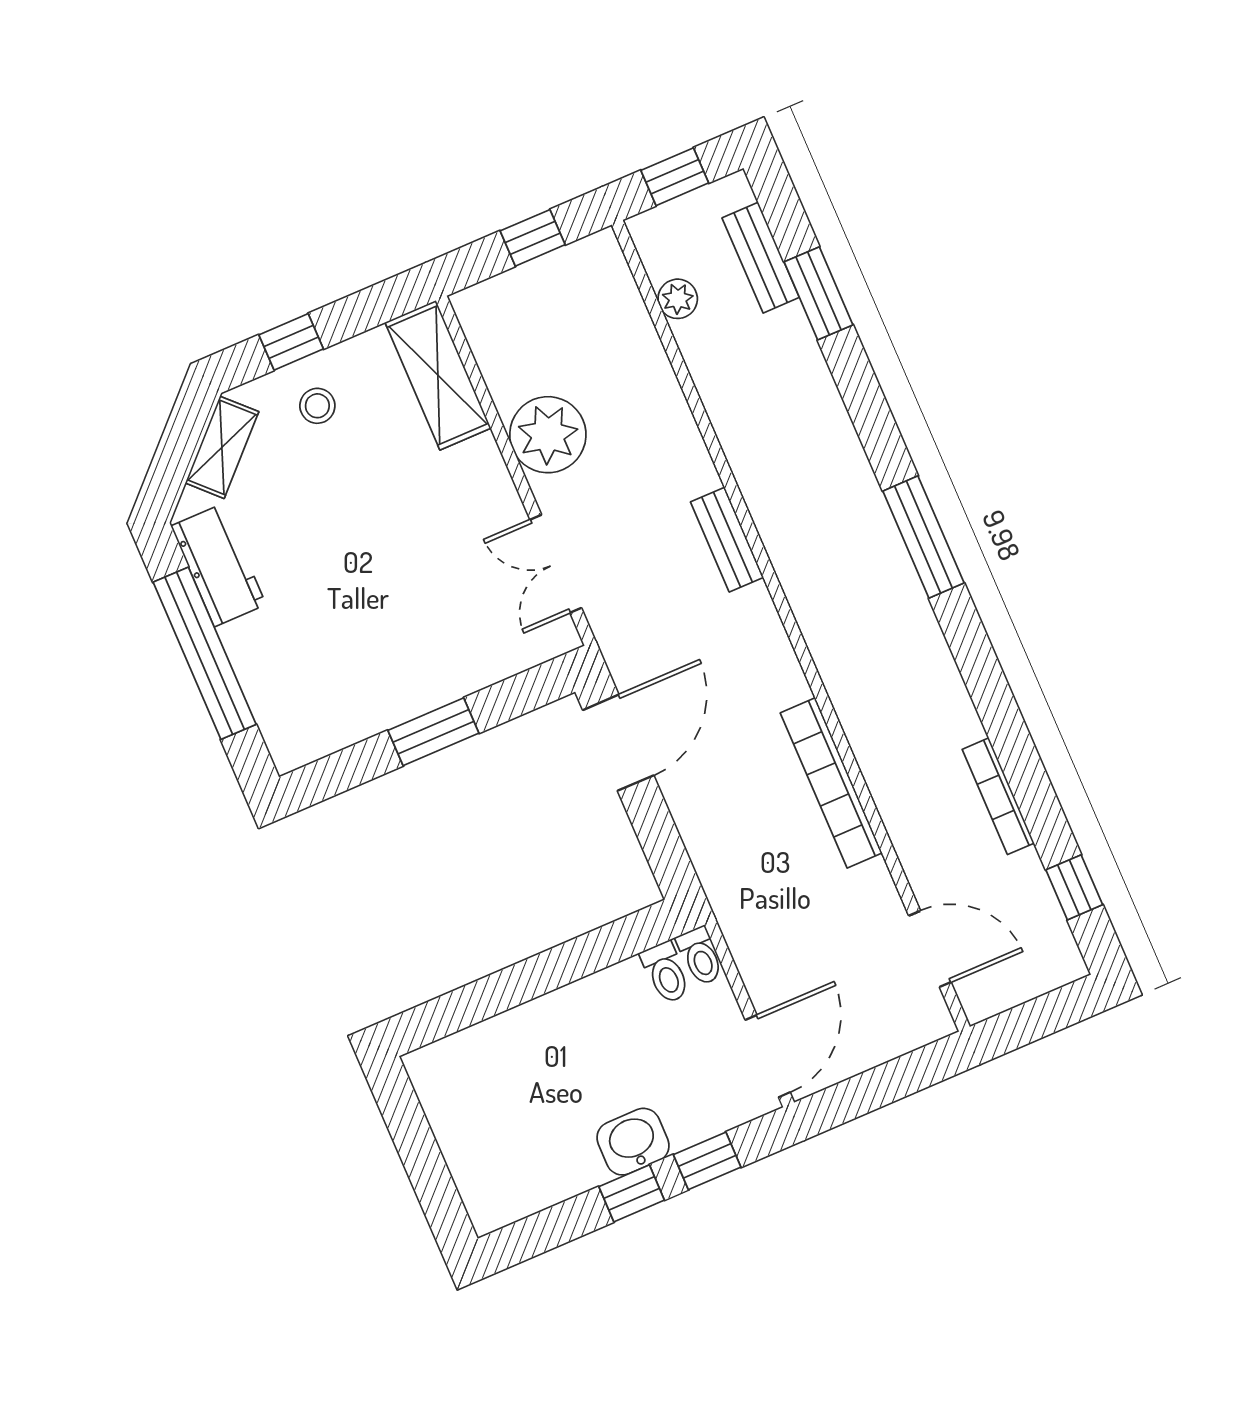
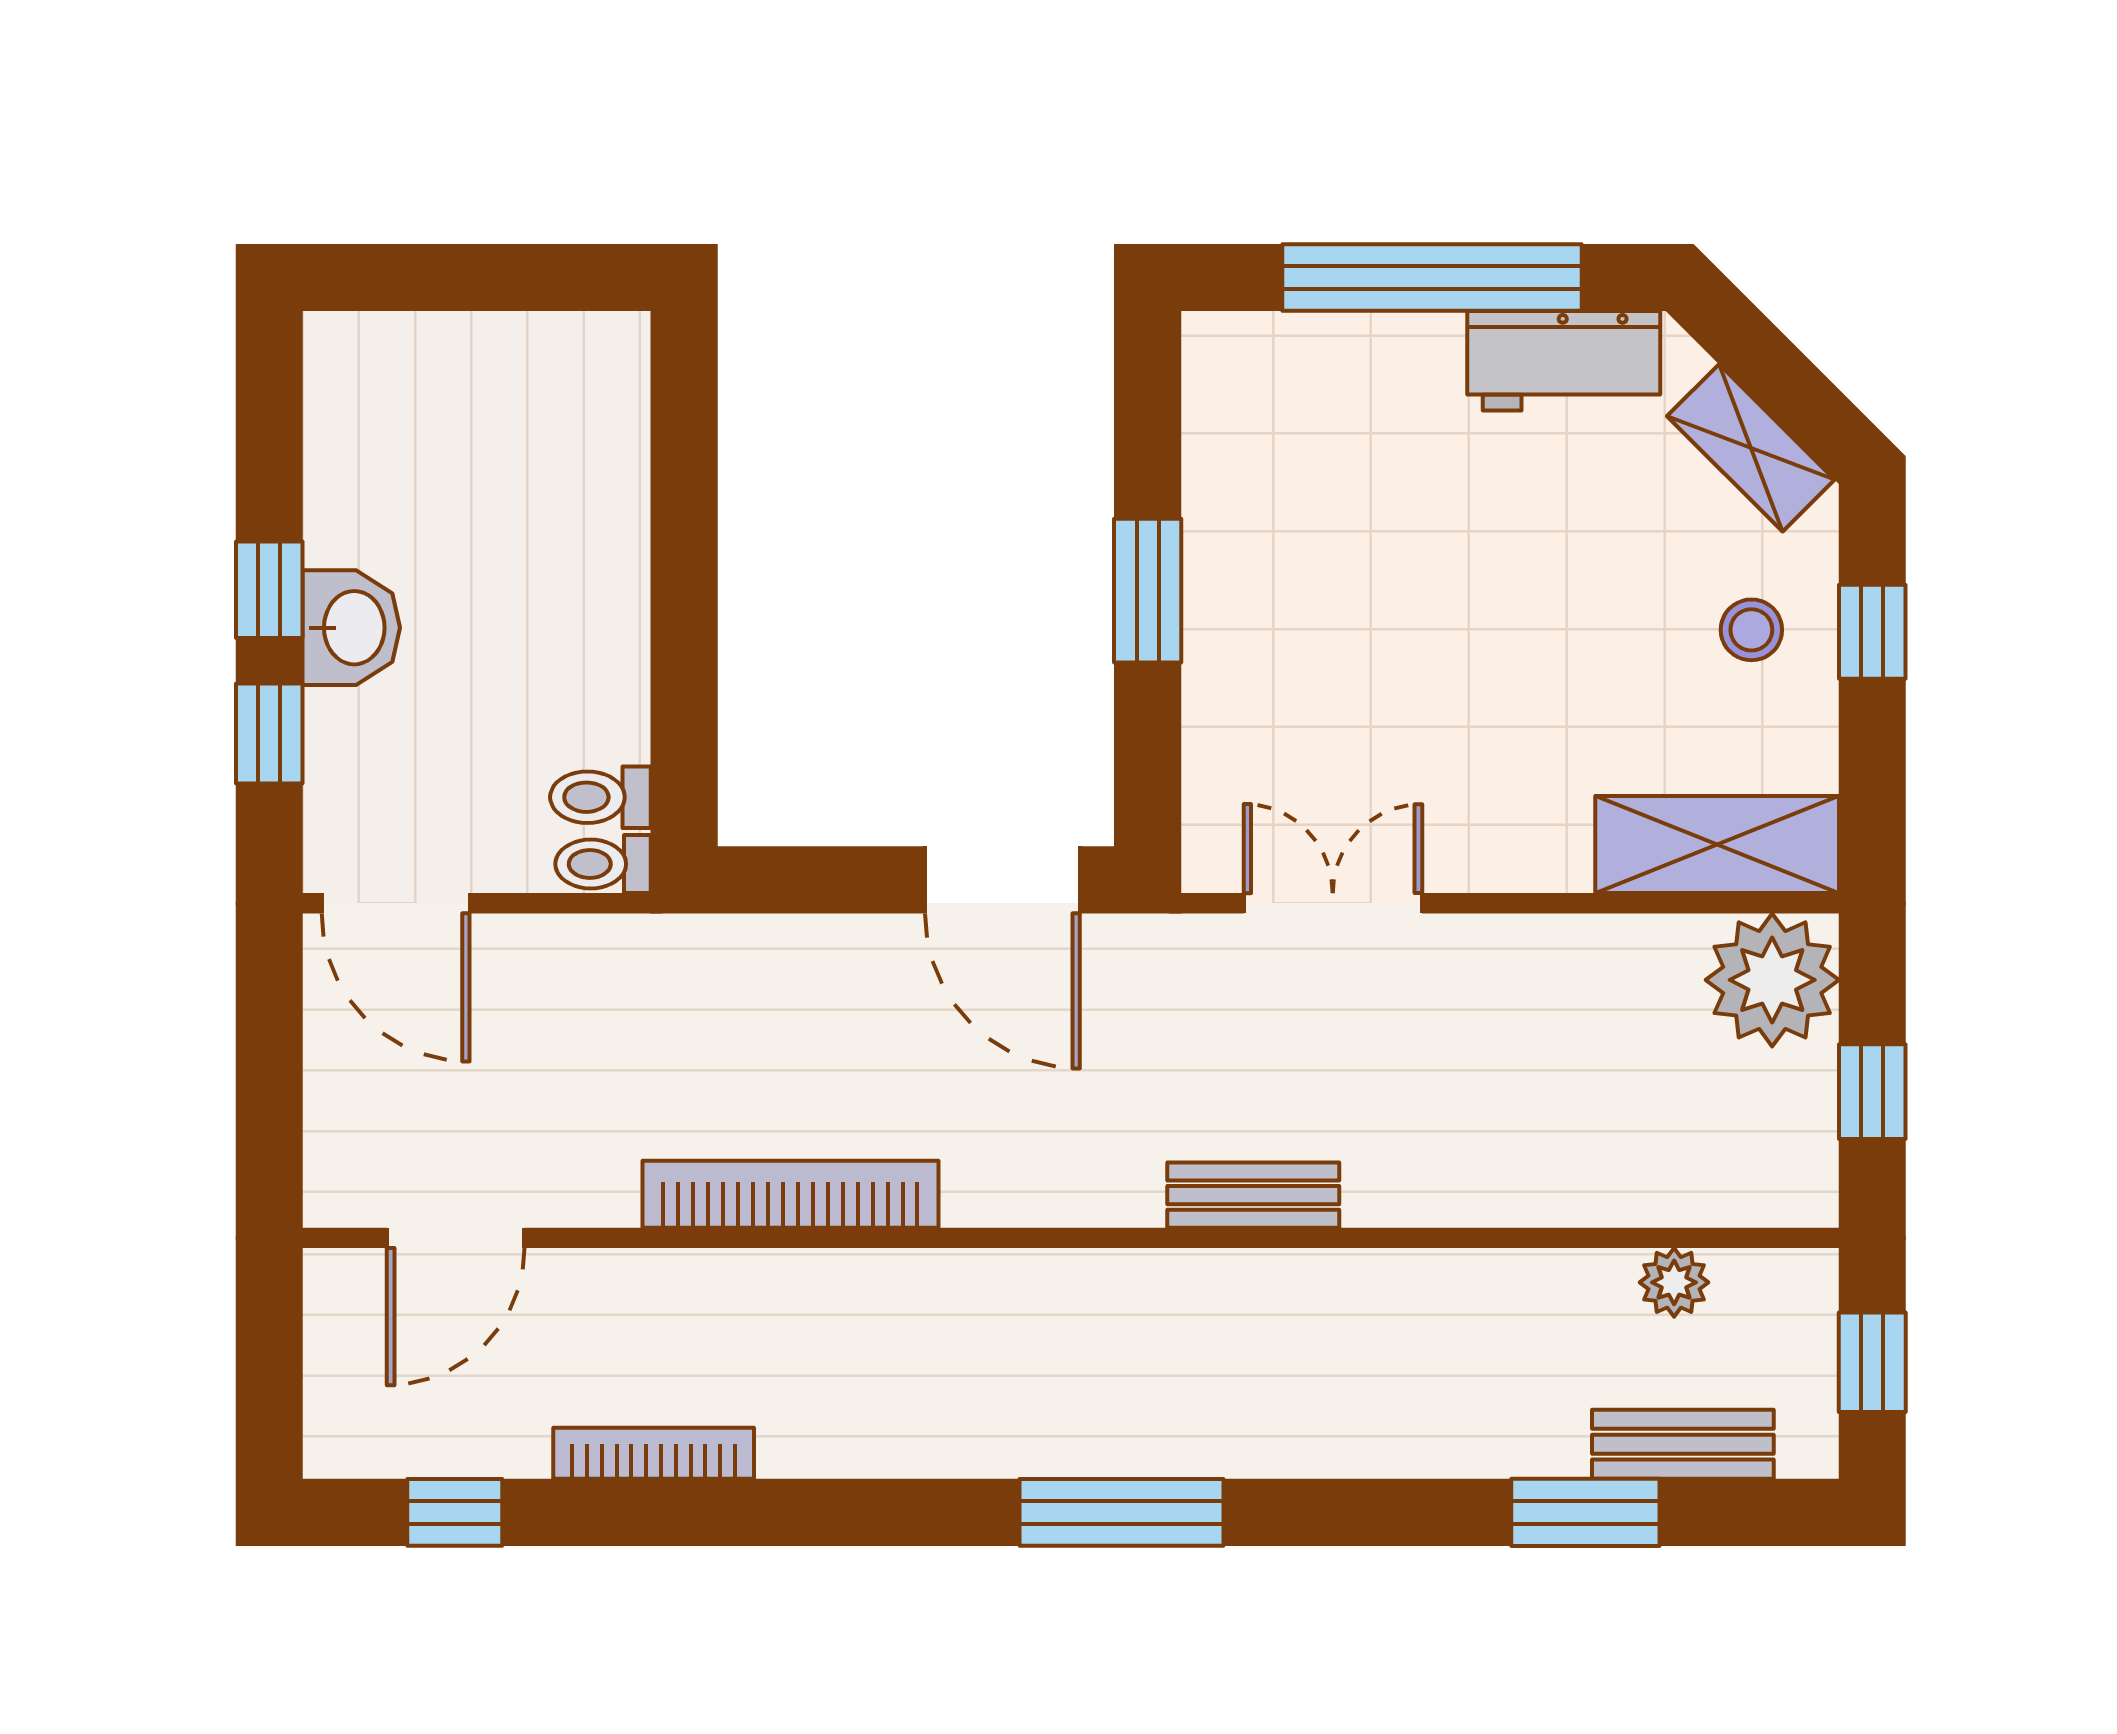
plant: (548, 435) -> (1772, 980), moved

